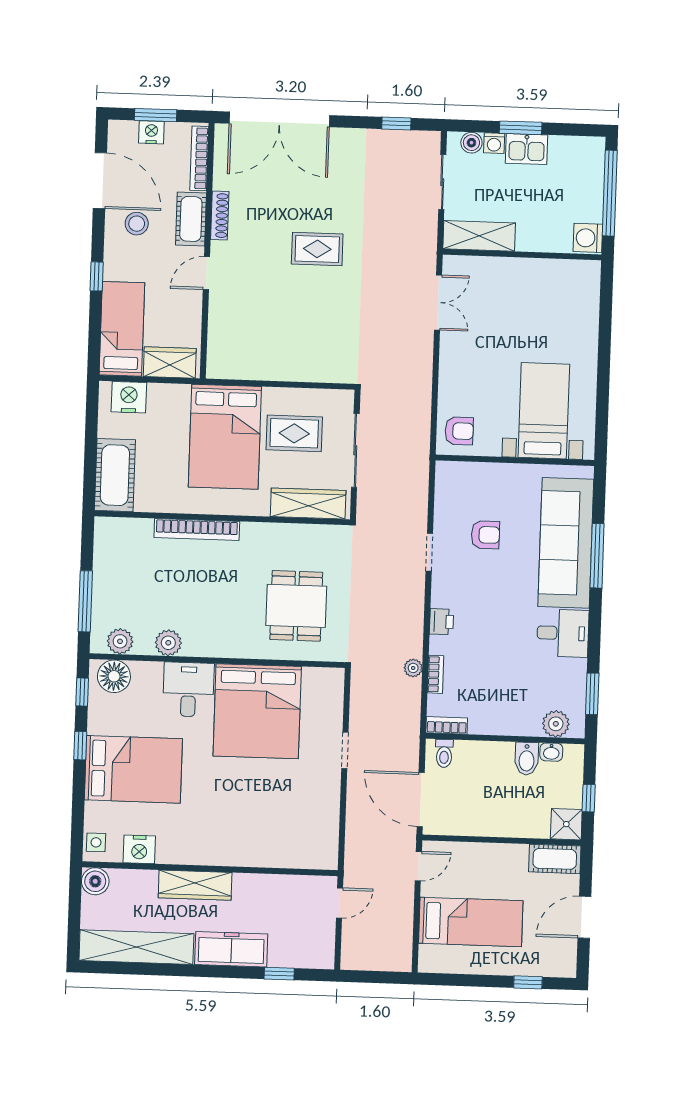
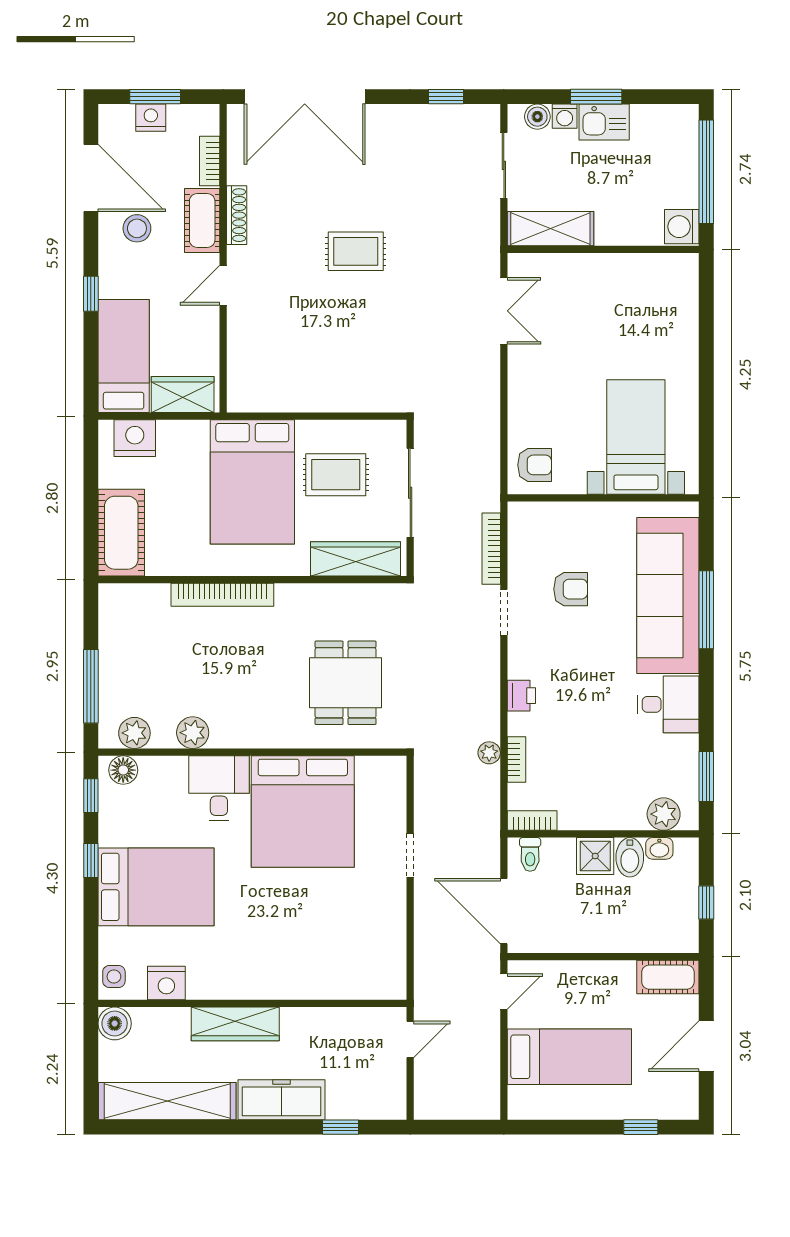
bookcase: (199, 158) -> (210, 161), width x0.64
bookcase: (421, 499) -> (491, 549), added
floor lamp: (114, 676) -> (123, 770), width x0.73, depth x0.73
shower: (566, 824) -> (595, 856), moved

